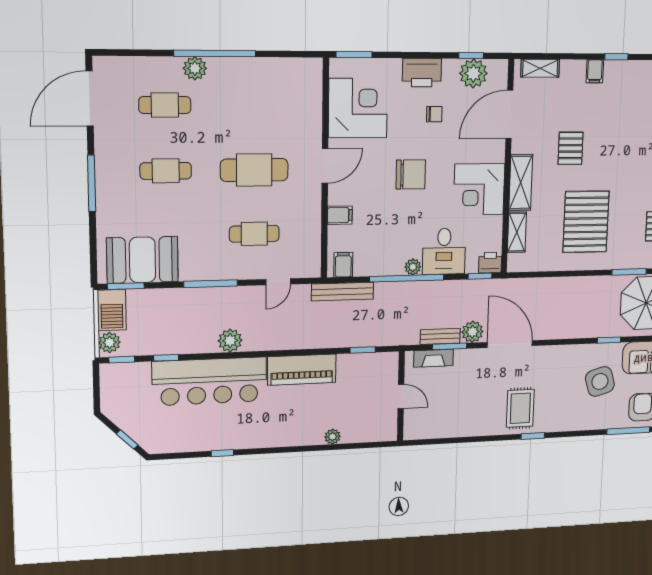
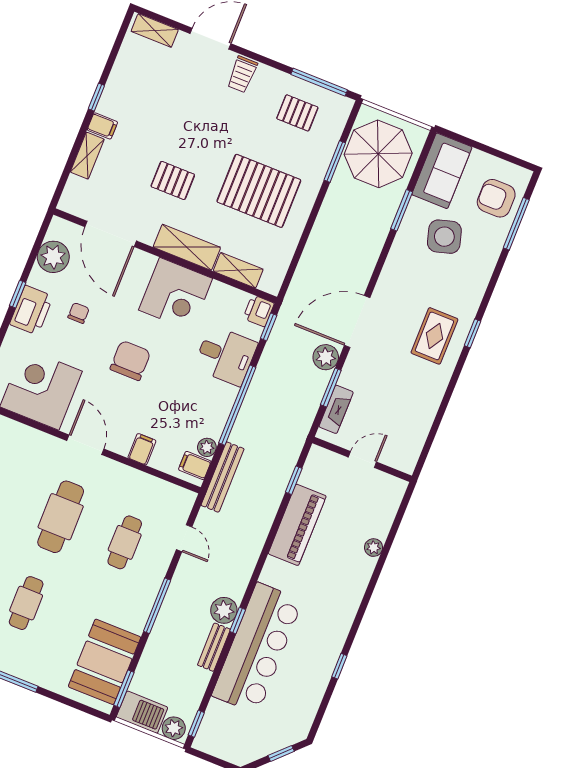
window: (471, 56) -> (18, 294), moved
shelving: (540, 68) -> (87, 156), moved
plant: (413, 267) -> (207, 447), moved
bench: (440, 336) -> (214, 647), moved
window: (609, 340) -> (402, 210), width x1.50
window: (166, 358) -> (238, 620), moved
piano: (302, 370) -> (297, 525), moved
rug: (520, 408) -> (434, 336), turned 90

